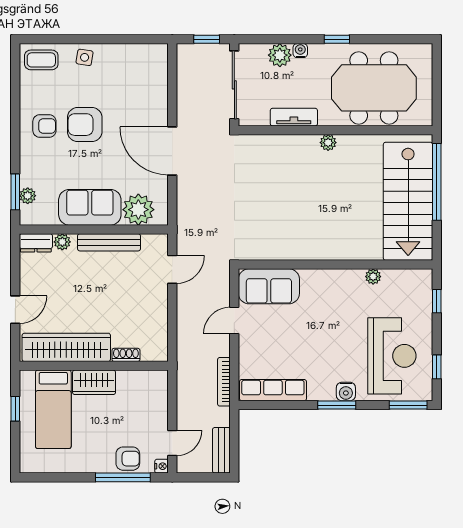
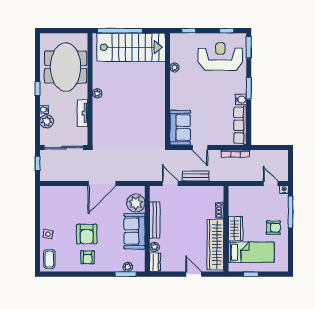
armchair: (44, 126) -> (88, 257), turned 180
water cooler: (346, 391) -> (241, 100), moved
bench: (221, 450) -> (196, 176), moved
armchair: (128, 459) -> (273, 228), moved, turned 90

